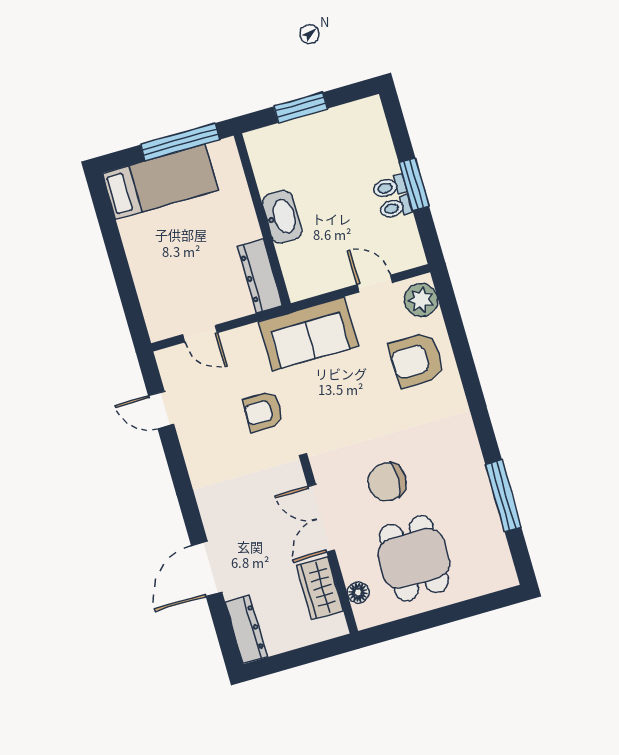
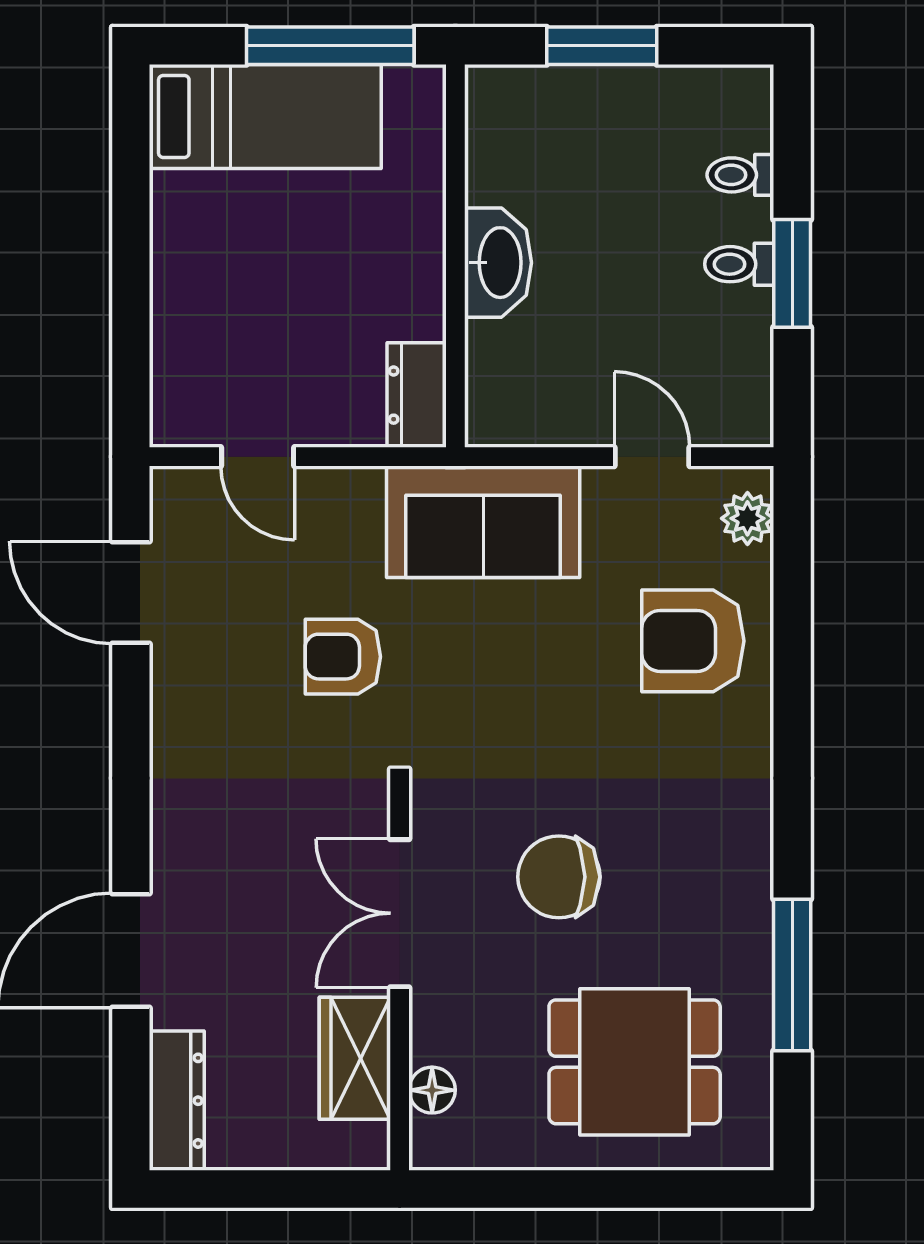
toilet: (396, 207) -> (740, 175), moved
dresser: (260, 276) -> (417, 395), width x0.70
plant: (421, 300) -> (747, 518), width x0.73, depth x0.73
door: (161, 410) -> (131, 592), width x1.38
dining table: (414, 558) -> (635, 1062), moved, turned 90

